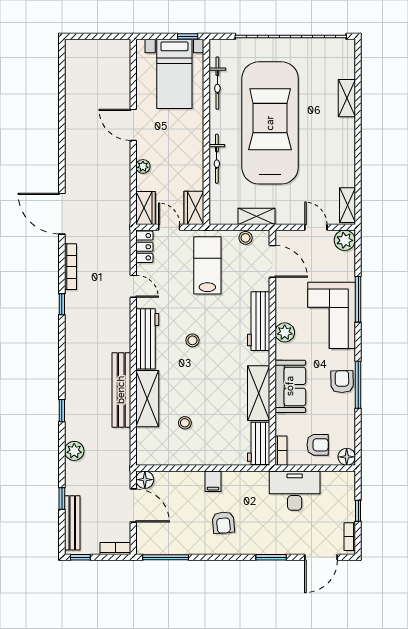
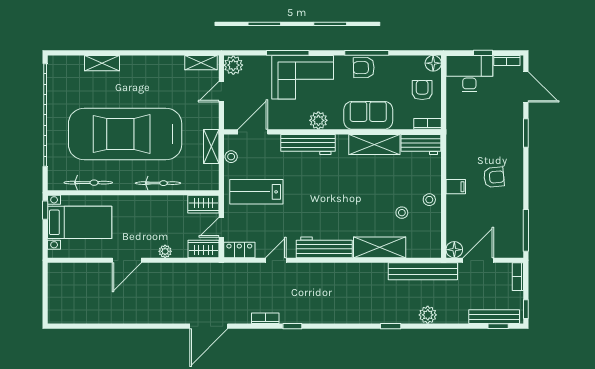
bookcase: (70, 267) -> (265, 318), width x0.64
stool: (192, 340) -> (429, 200), moved
bench: (121, 390) -> (423, 271), moved
desk: (295, 491) -> (469, 74), moved, turned 90
window: (62, 498) -> (498, 326), moved

